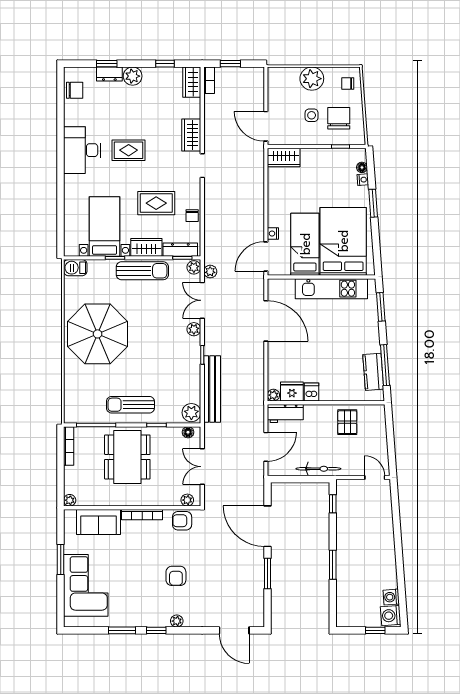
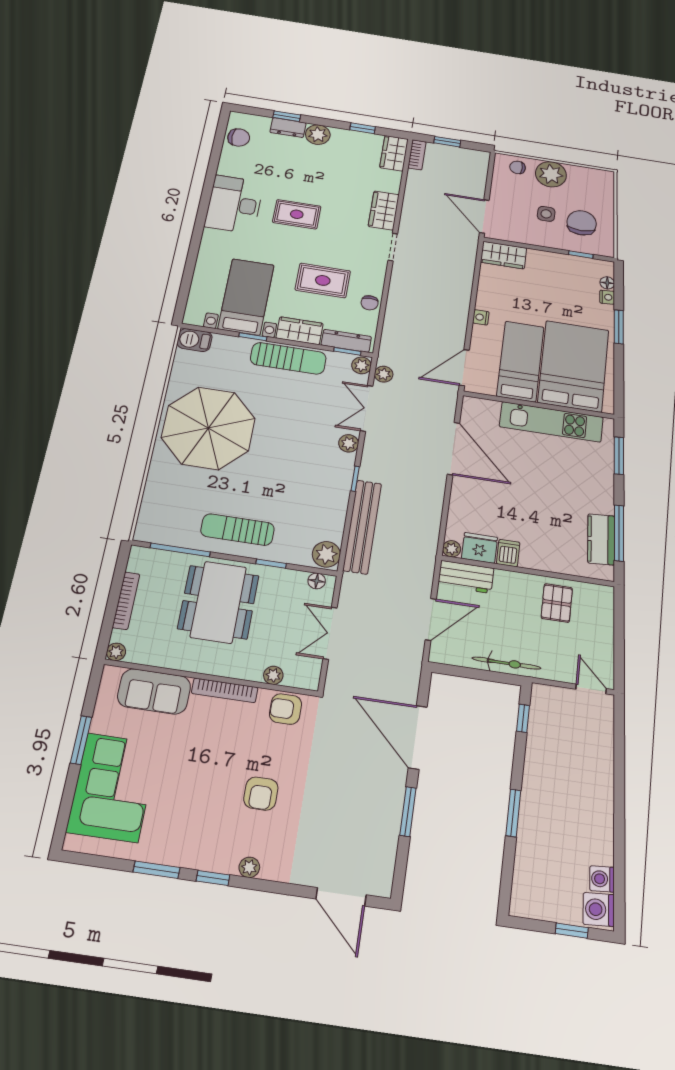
chair: (348, 83) -> (518, 167), moved
nightstand: (273, 234) -> (481, 317), moved
bookcase: (69, 446) -> (126, 601), moved
plant: (187, 500) -> (273, 675), moved

